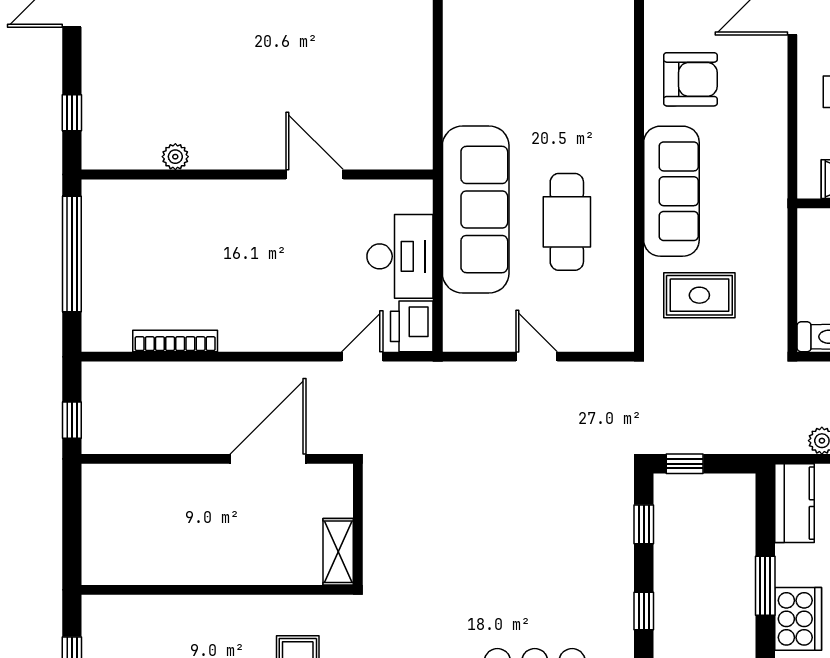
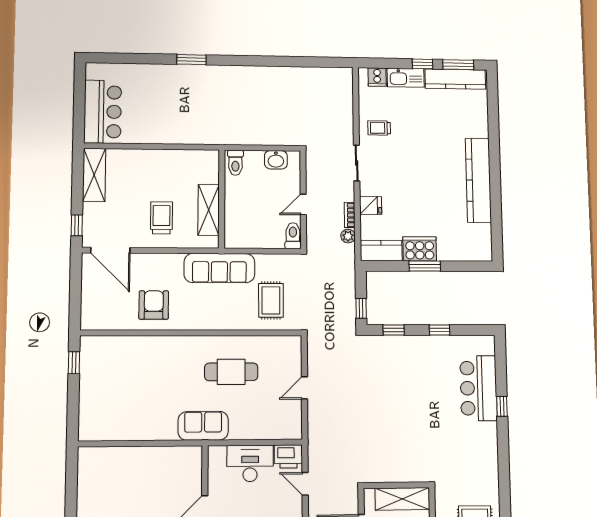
sofa: (671, 191) -> (219, 268), moved, turned 180
sofa: (476, 209) -> (203, 426), width x0.54, depth x0.79
shelving: (338, 552) -> (402, 499), width x1.50, depth x1.33
cooker: (798, 619) -> (420, 249), moved

